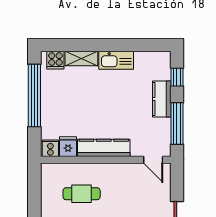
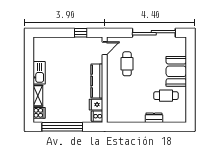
window: (177, 77) -> (50, 33), removed
kitchen counter: (162, 99) -> (65, 43), removed
window: (177, 124) -> (81, 33), width x0.46
cafe table: (82, 194) -> (127, 64), moved

